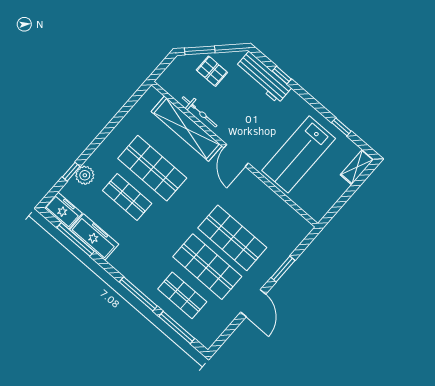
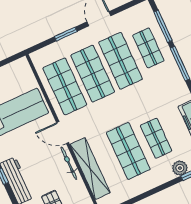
bicycle: (200, 112) -> (69, 163), moved
door: (236, 155) -> (63, 133), swing flipped
shop shelf: (257, 209) -> (65, 86), added

